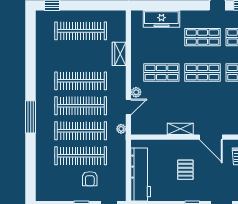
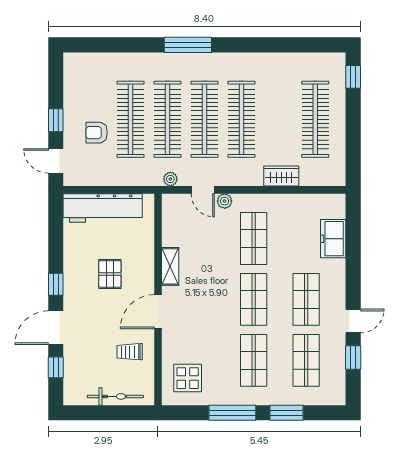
freezer: (161, 19) -> (333, 239), width x0.71
pallet: (185, 170) -> (110, 274), turned 90

